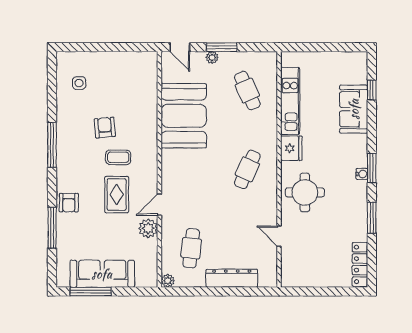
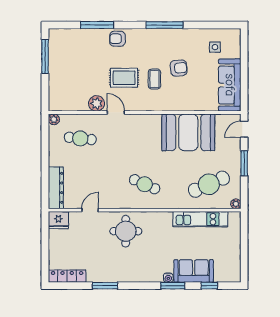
plant: (212, 57) -> (236, 204), moved
cafe table: (247, 90) -> (209, 184), width x1.37, depth x1.35
fridge: (291, 148) -> (58, 220), moved
window: (372, 168) -> (173, 286), moved
water cooler: (362, 174) -> (168, 278), moved
sofa: (102, 274) -> (230, 85), moved, turned 180
dresser: (232, 278) -> (56, 188), moved

